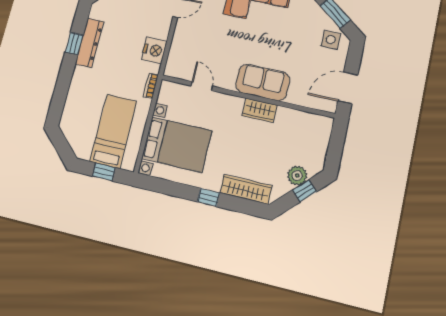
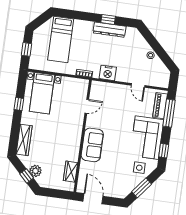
side table: (331, 40) -> (139, 168), moved
wardrobe: (260, 110) -> (70, 172), moved
bed: (113, 131) -> (61, 40), moved, turned 90
bed with nightstands: (177, 145) -> (42, 93), width x0.73
window: (208, 197) -> (19, 104), moved

